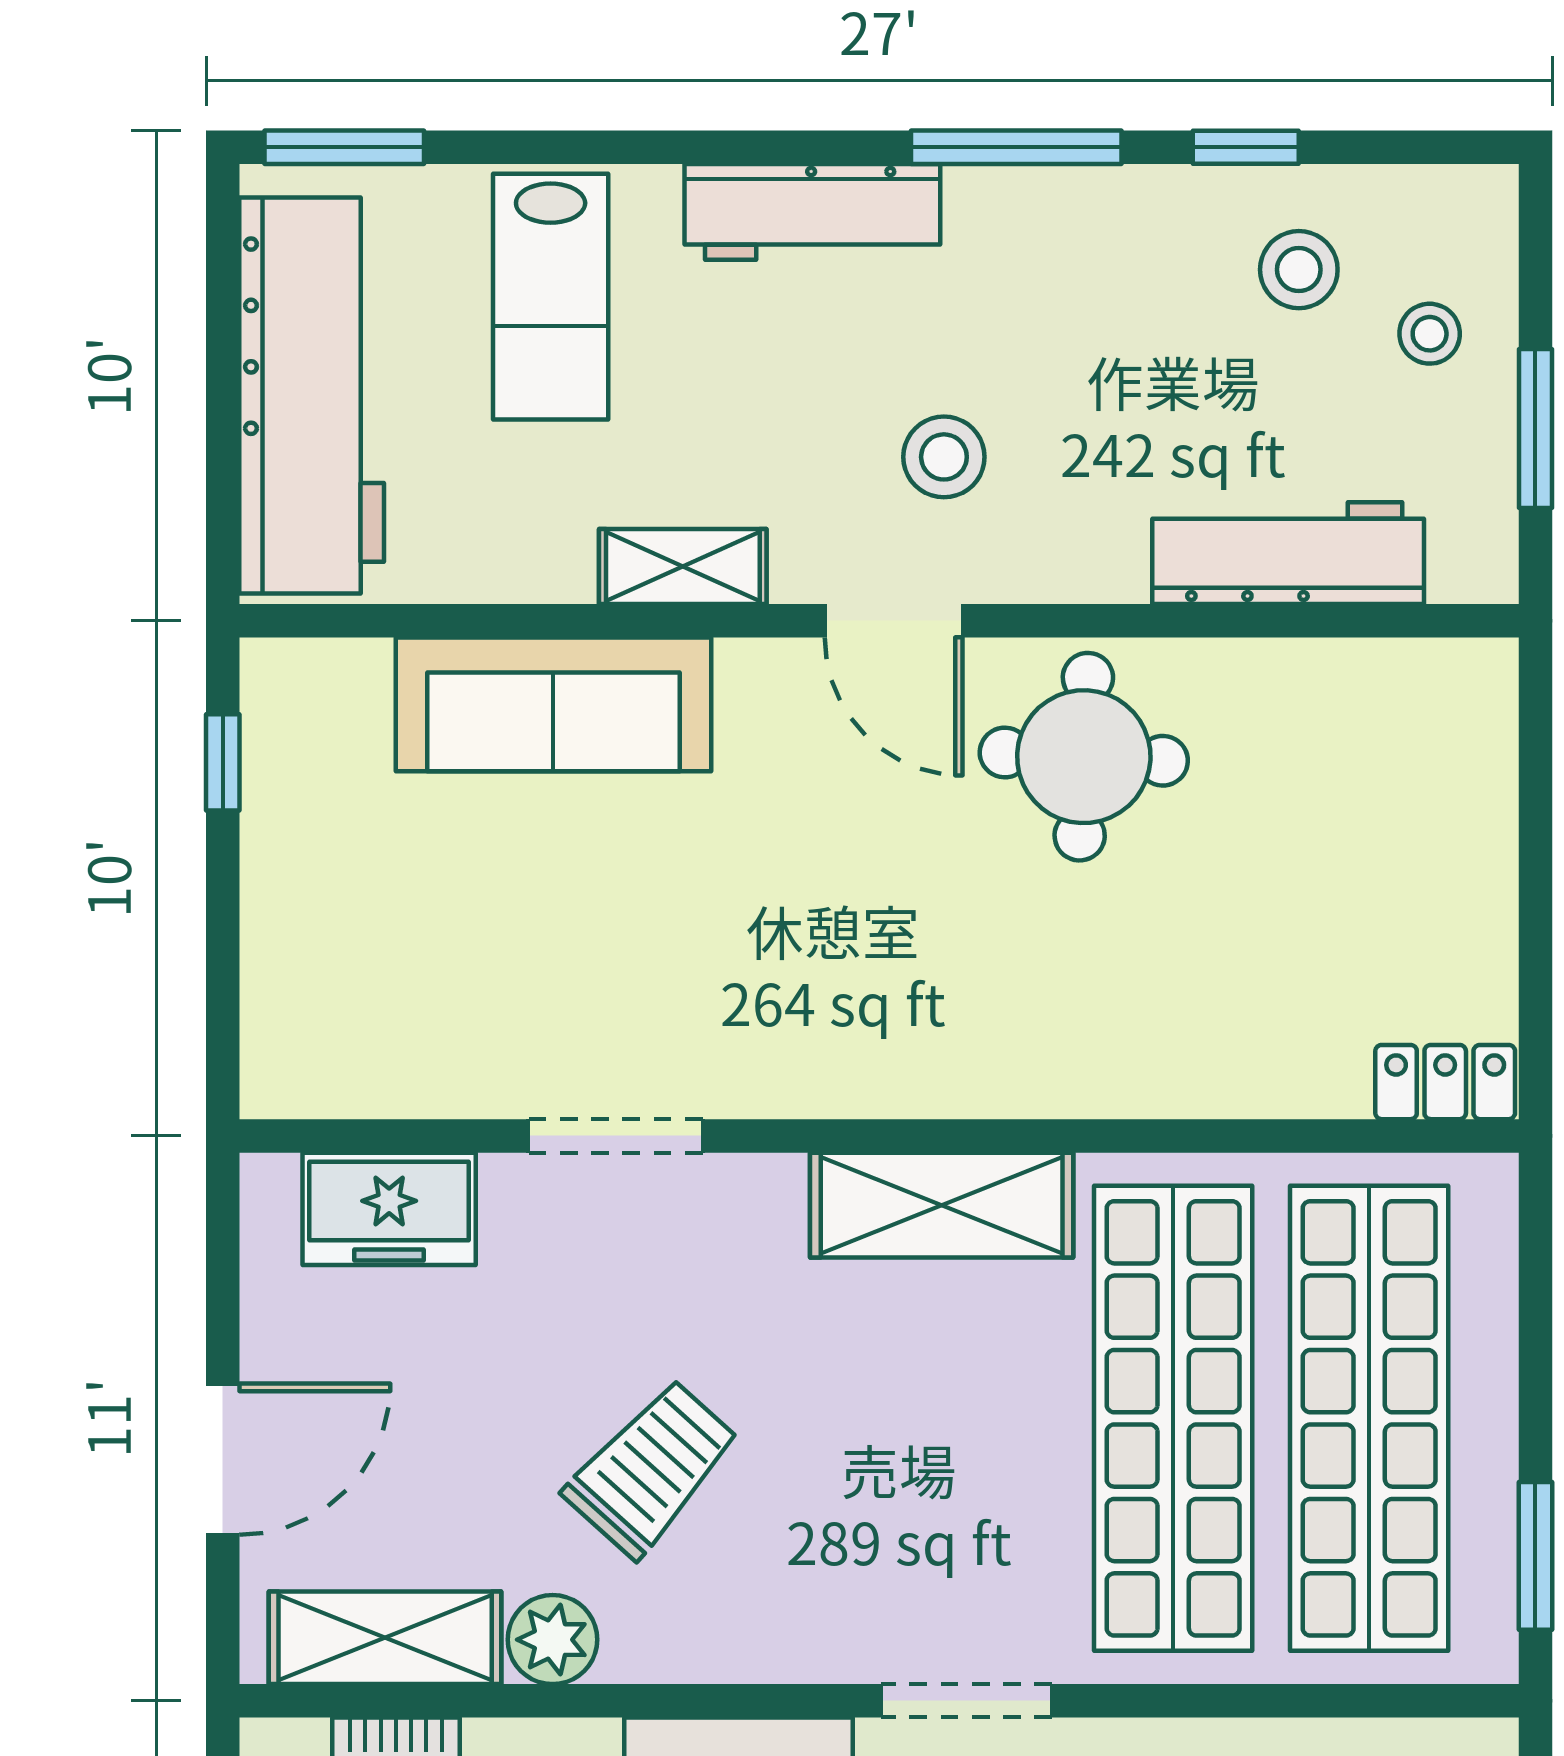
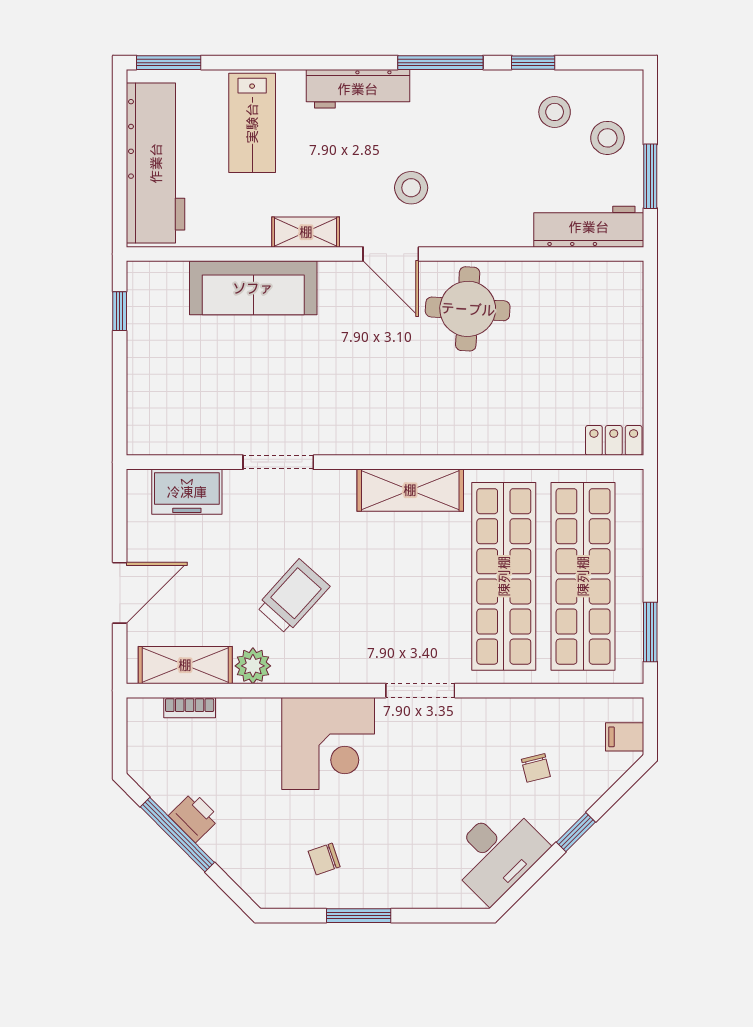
stool: (1430, 334) -> (607, 138), width x1.37, depth x1.37
workbench: (1288, 553) -> (589, 227), moved

